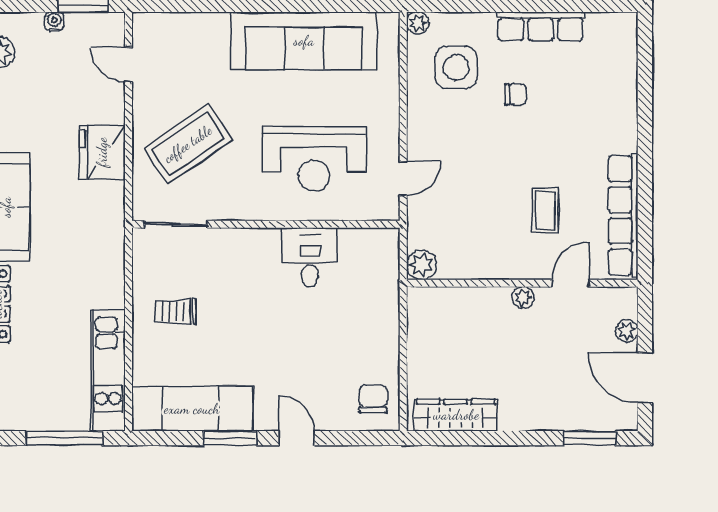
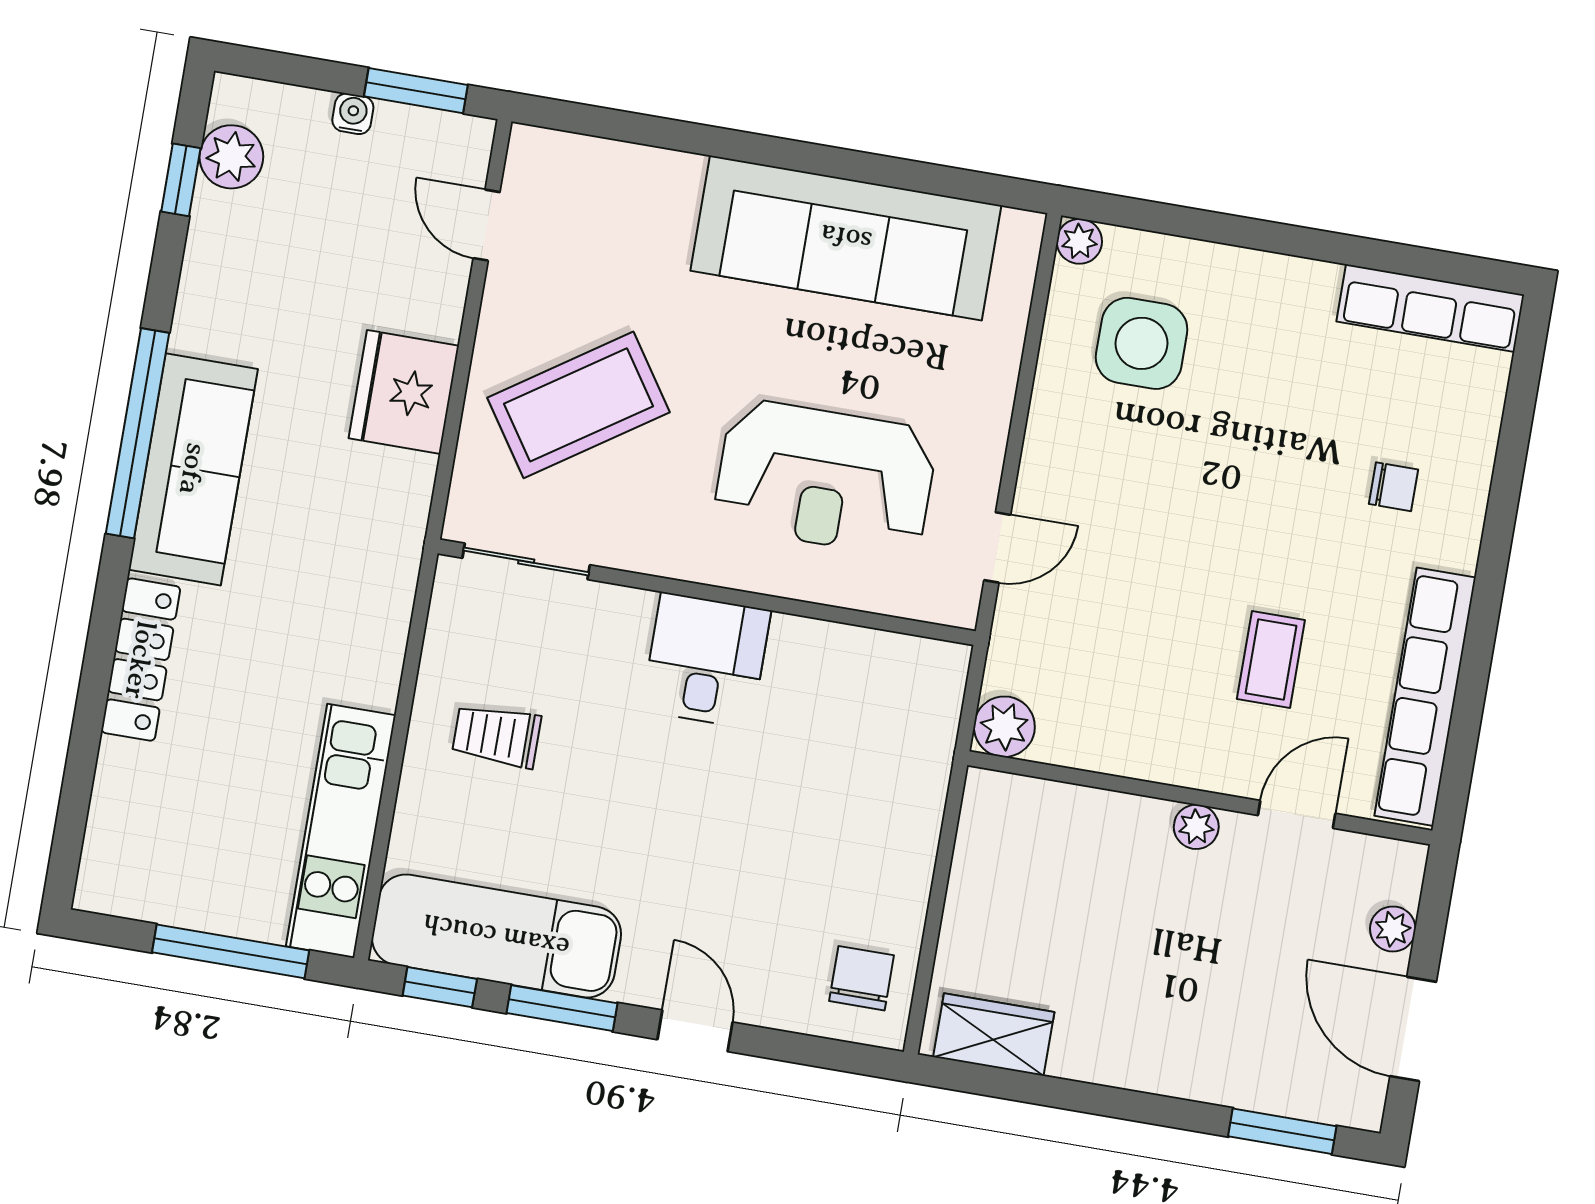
row of seats: (541, 26) -> (1430, 308), moved
chair: (515, 94) -> (1393, 487), moved
desk: (310, 257) -> (706, 660), moved
wardrobe: (456, 415) -> (994, 1035), width x0.67
window: (169, 438) -> (440, 987), added

